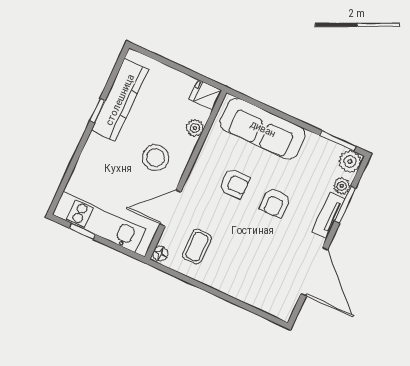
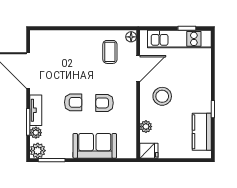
kitchen counter: (120, 100) -> (202, 132), width x0.67
sofa: (263, 129) -> (95, 146), width x0.73
armchair: (275, 203) -> (73, 102), turned 90

